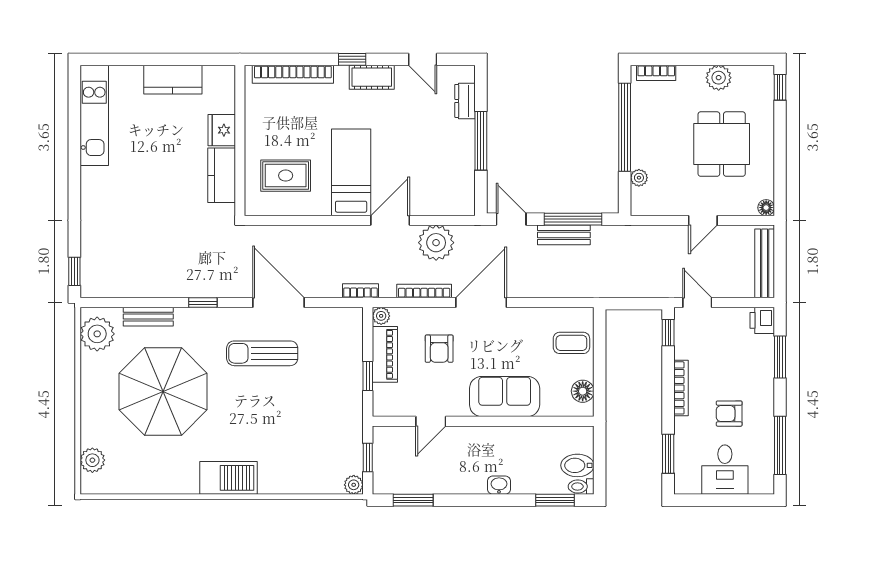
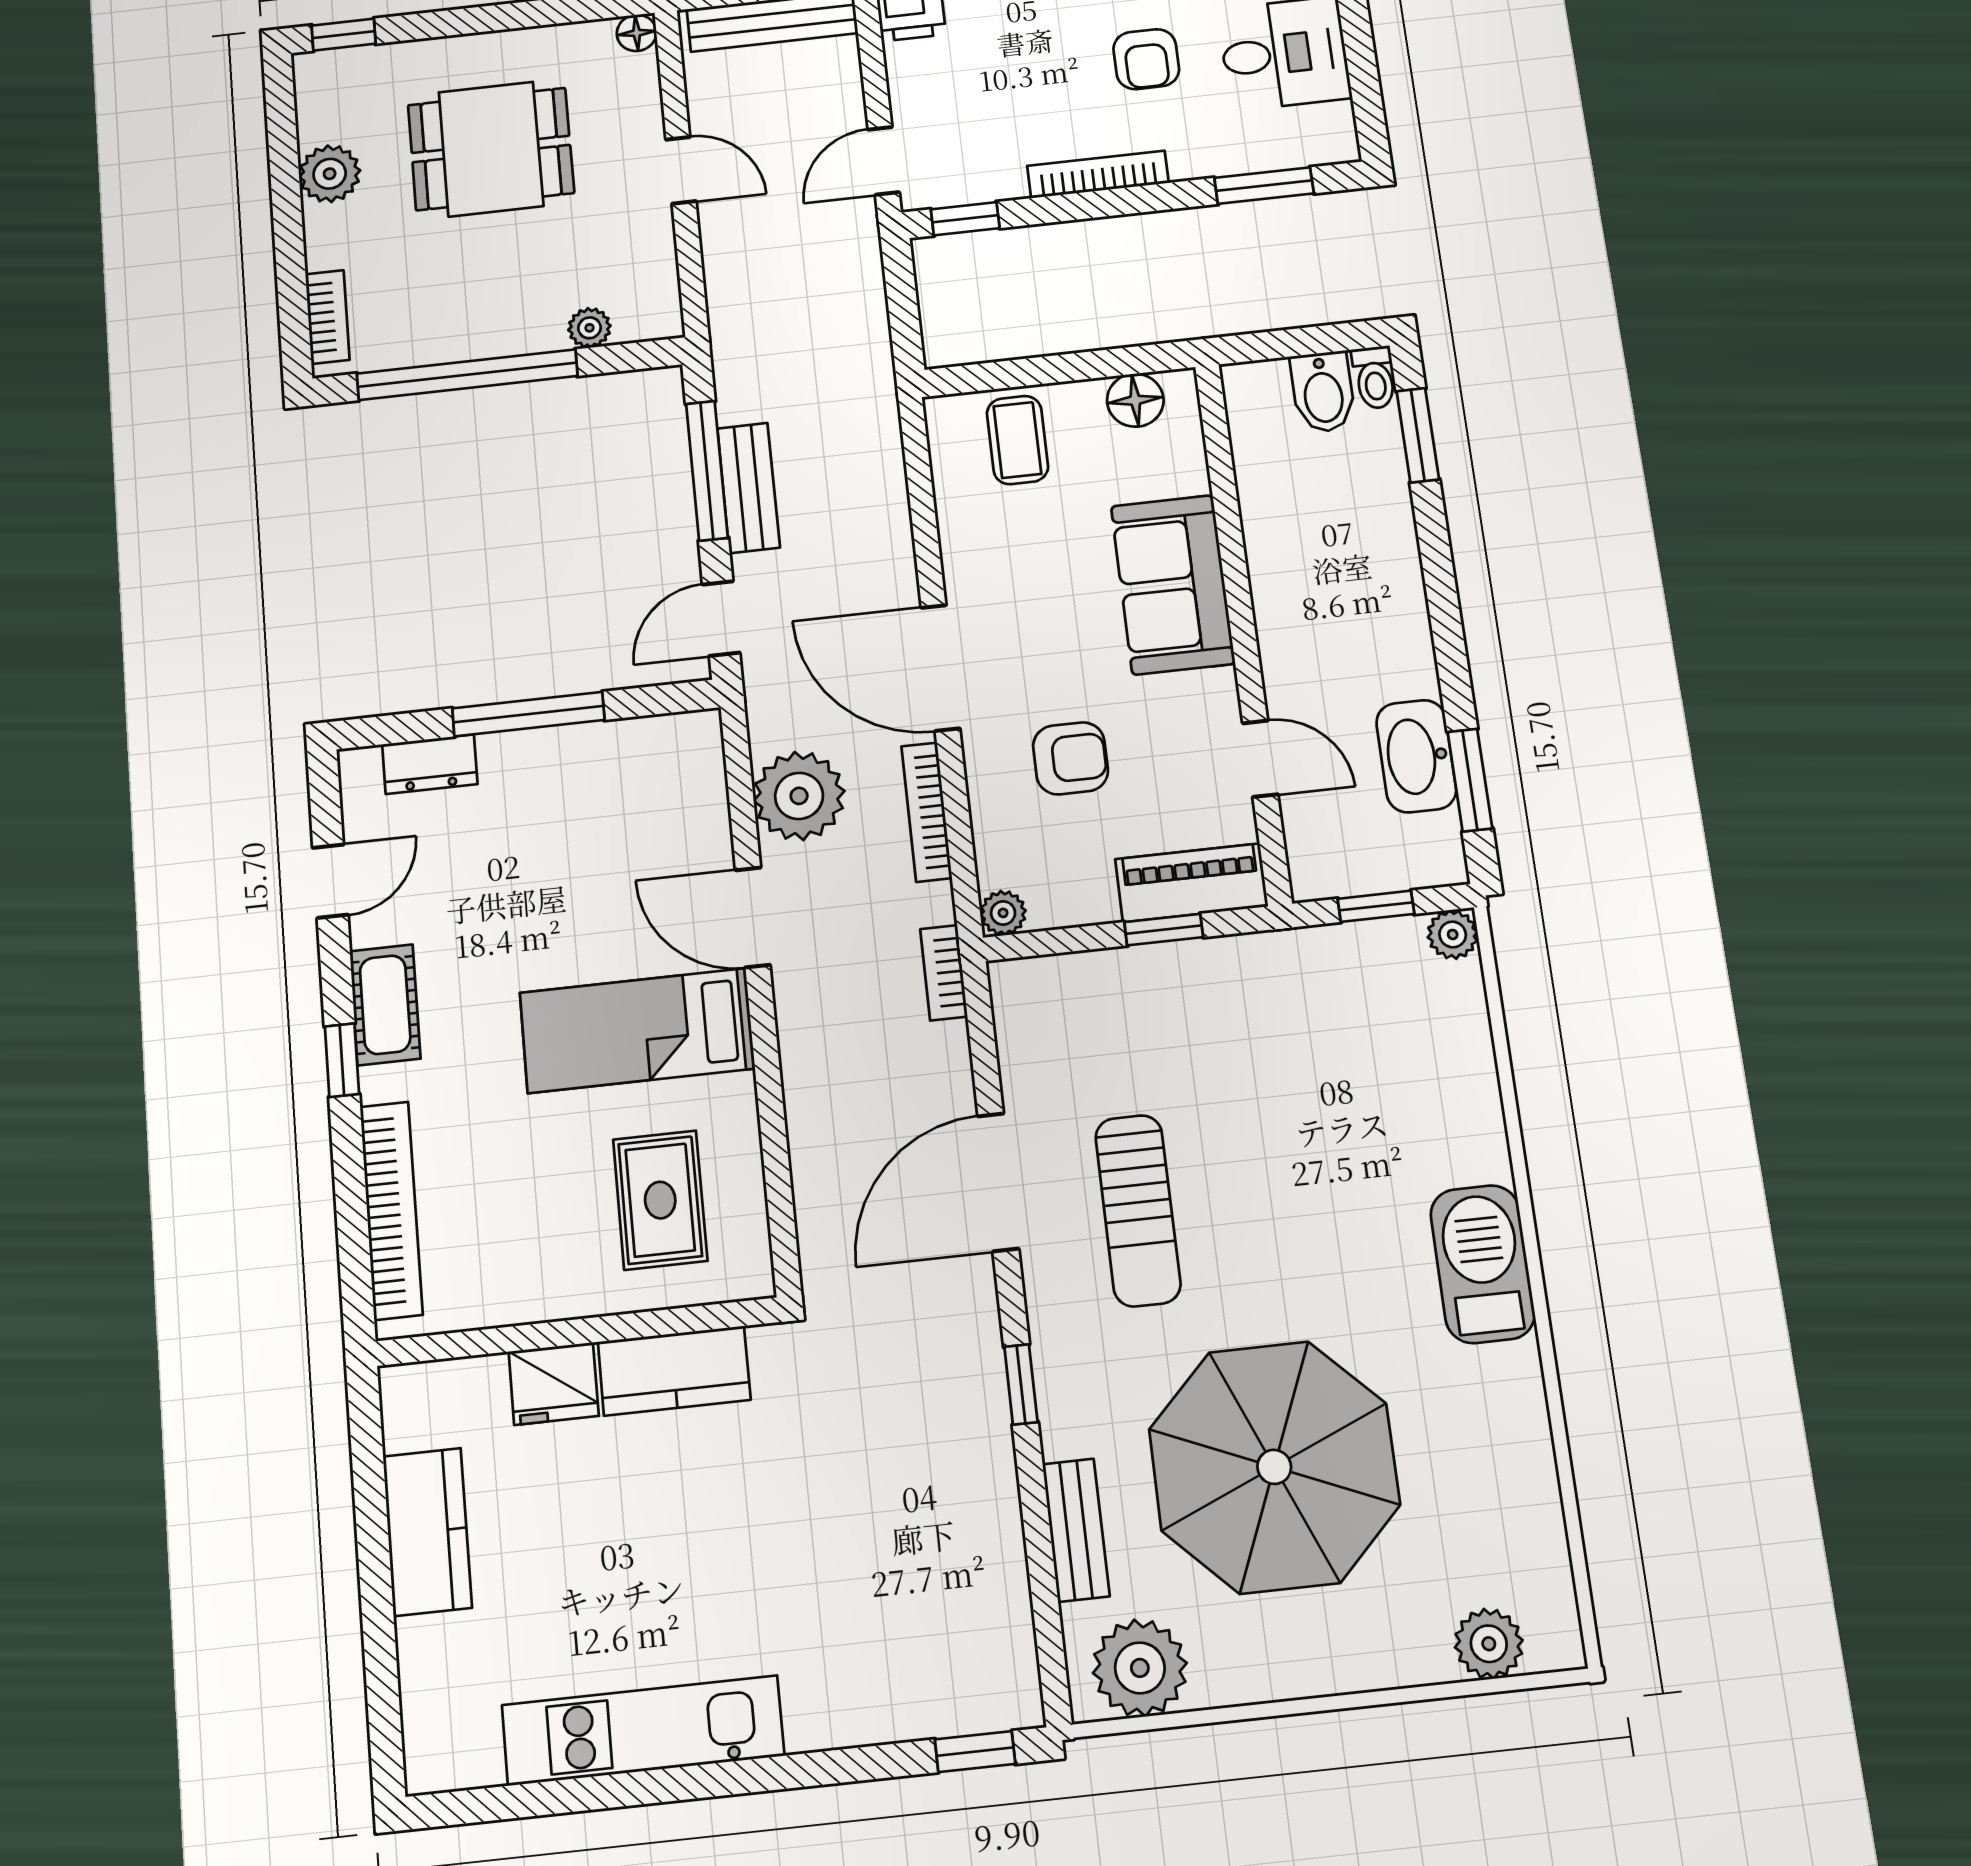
kitchen unit: (94, 115) -> (643, 1730), moved
piano: (385, 354) -> (1191, 883), moved
washbasin: (499, 485) -> (1416, 756), moved, width x1.91, depth x1.45

